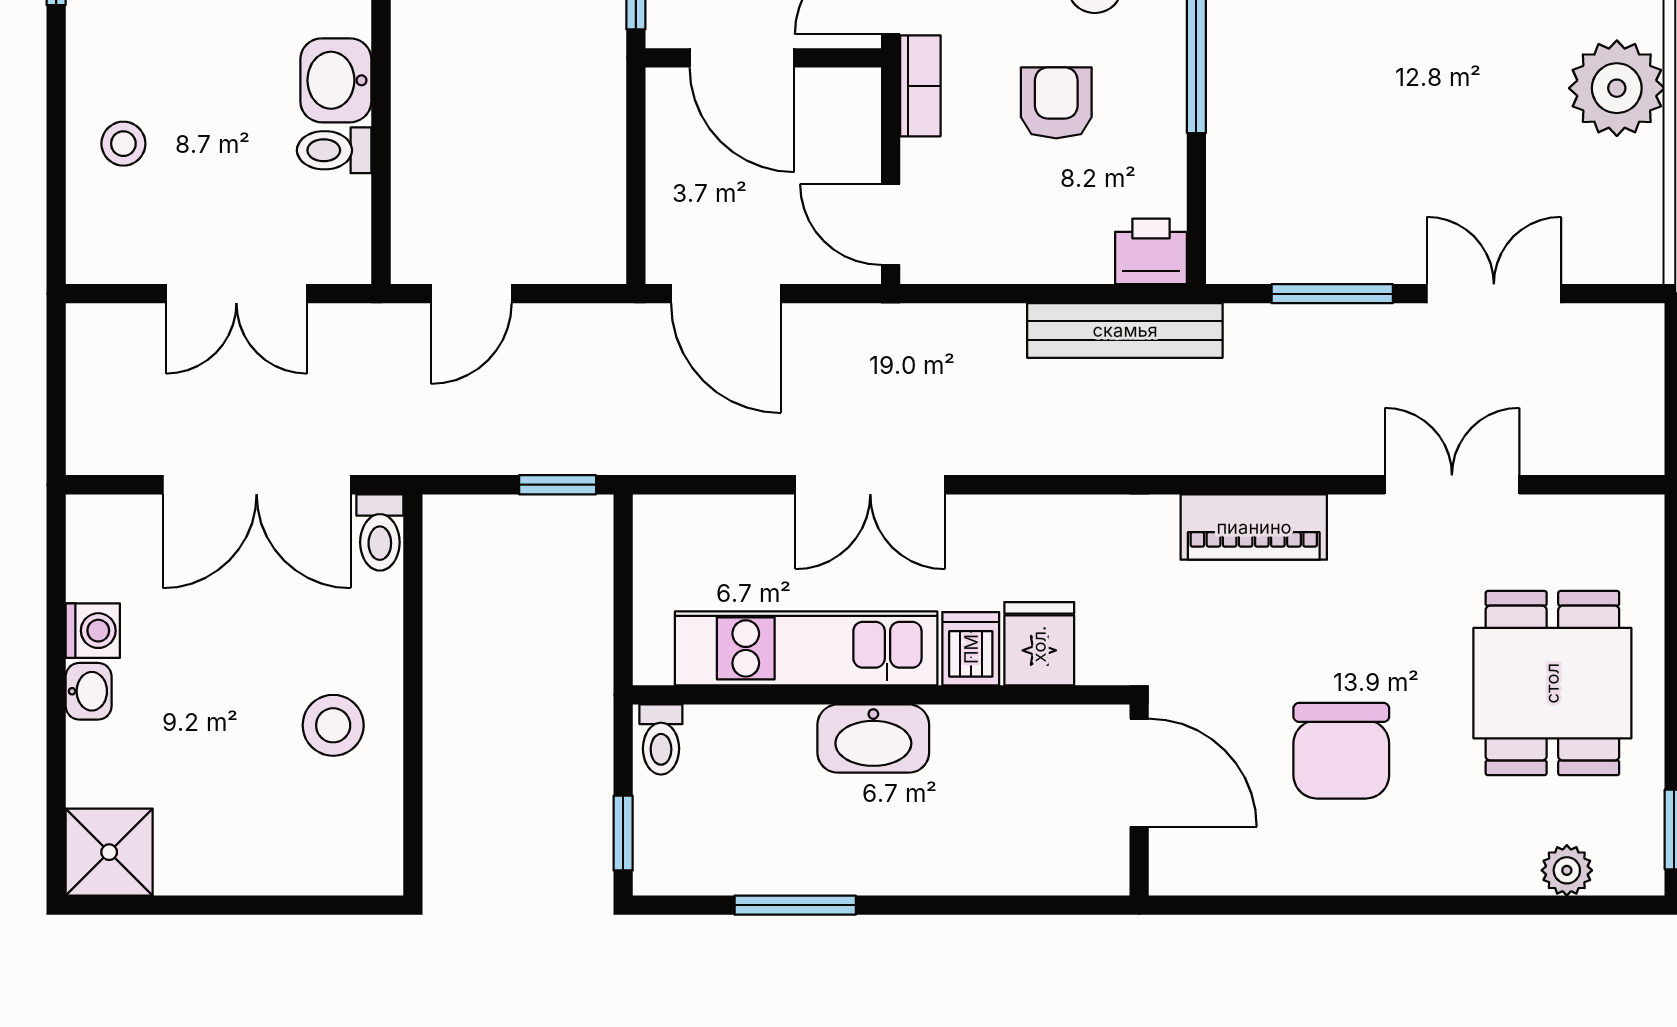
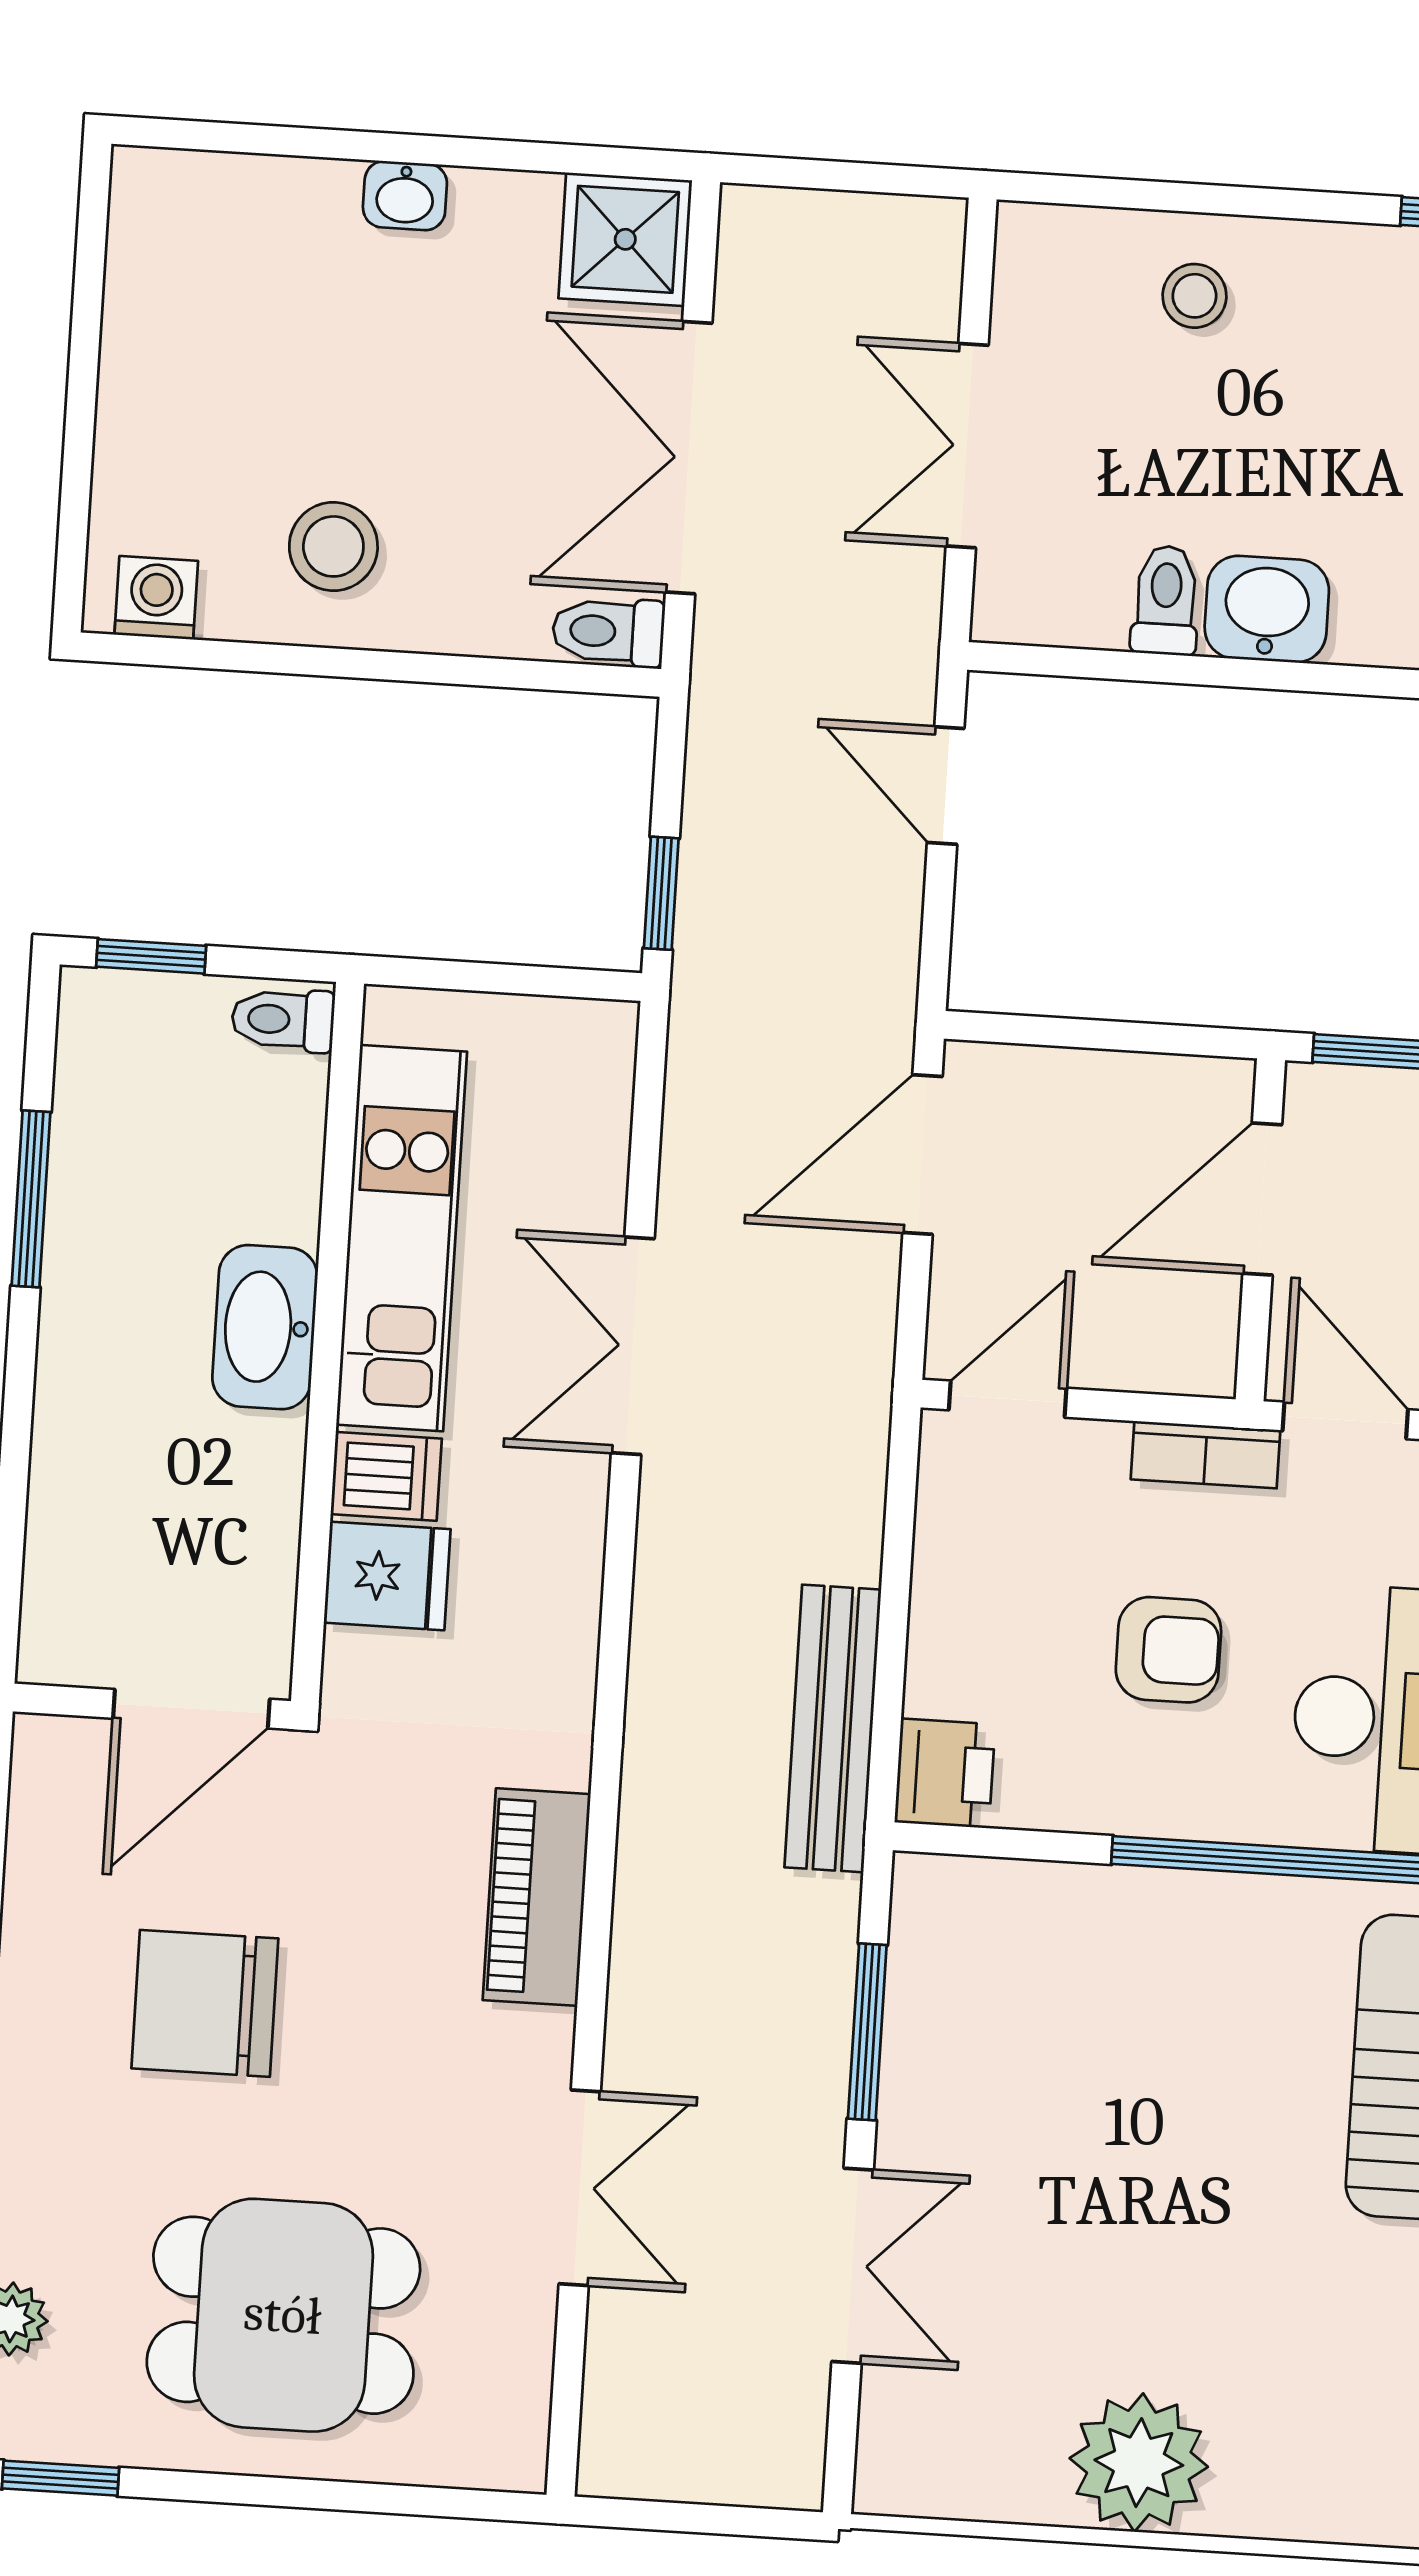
washing machine: (93, 631) -> (156, 598), moved, turned 180
shower: (109, 852) -> (625, 239), moved

